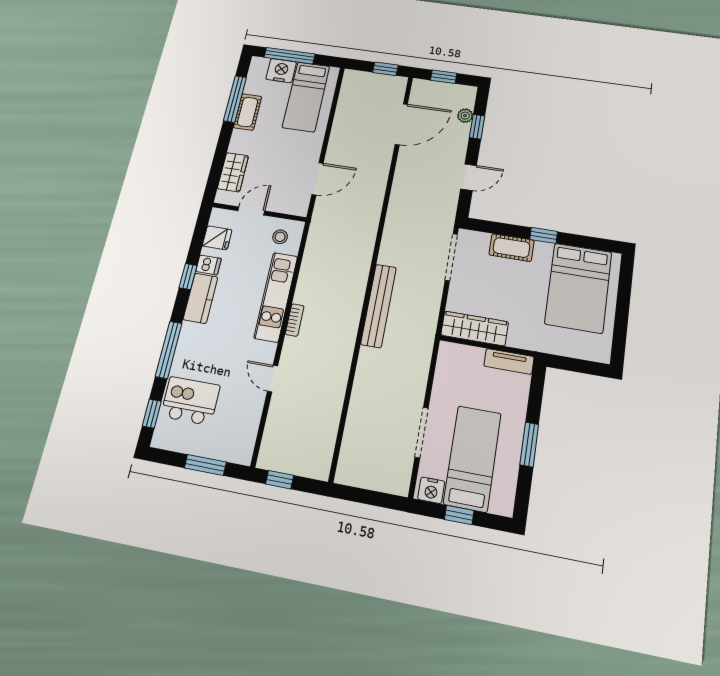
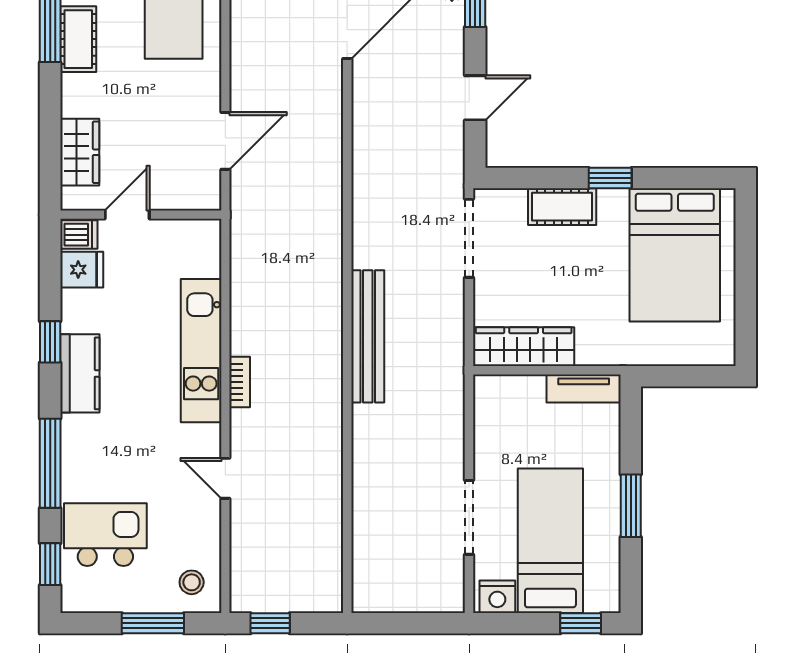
stool: (280, 237) -> (192, 582), moved
dishwasher: (208, 265) -> (79, 235), moved
window: (459, 515) -> (581, 623), moved

